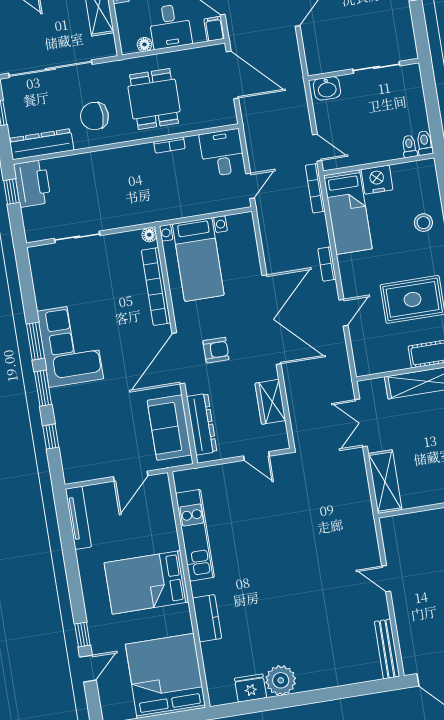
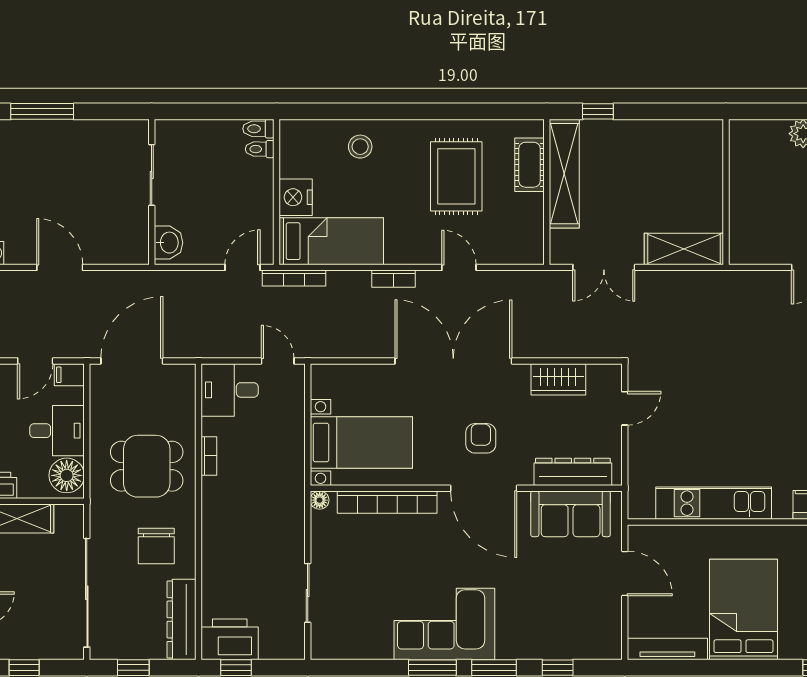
floor lamp: (144, 44) -> (67, 475), width x1.89, depth x1.89
bed: (147, 582) -> (743, 610), moved, turned 180

